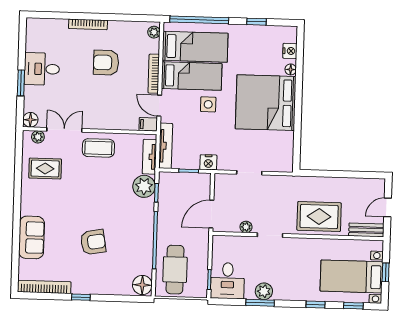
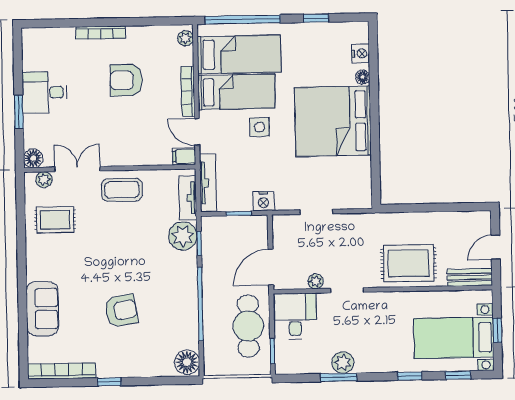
cafe table: (175, 270) -> (248, 326), moved
desk: (228, 281) -> (295, 316), moved, turned 180

